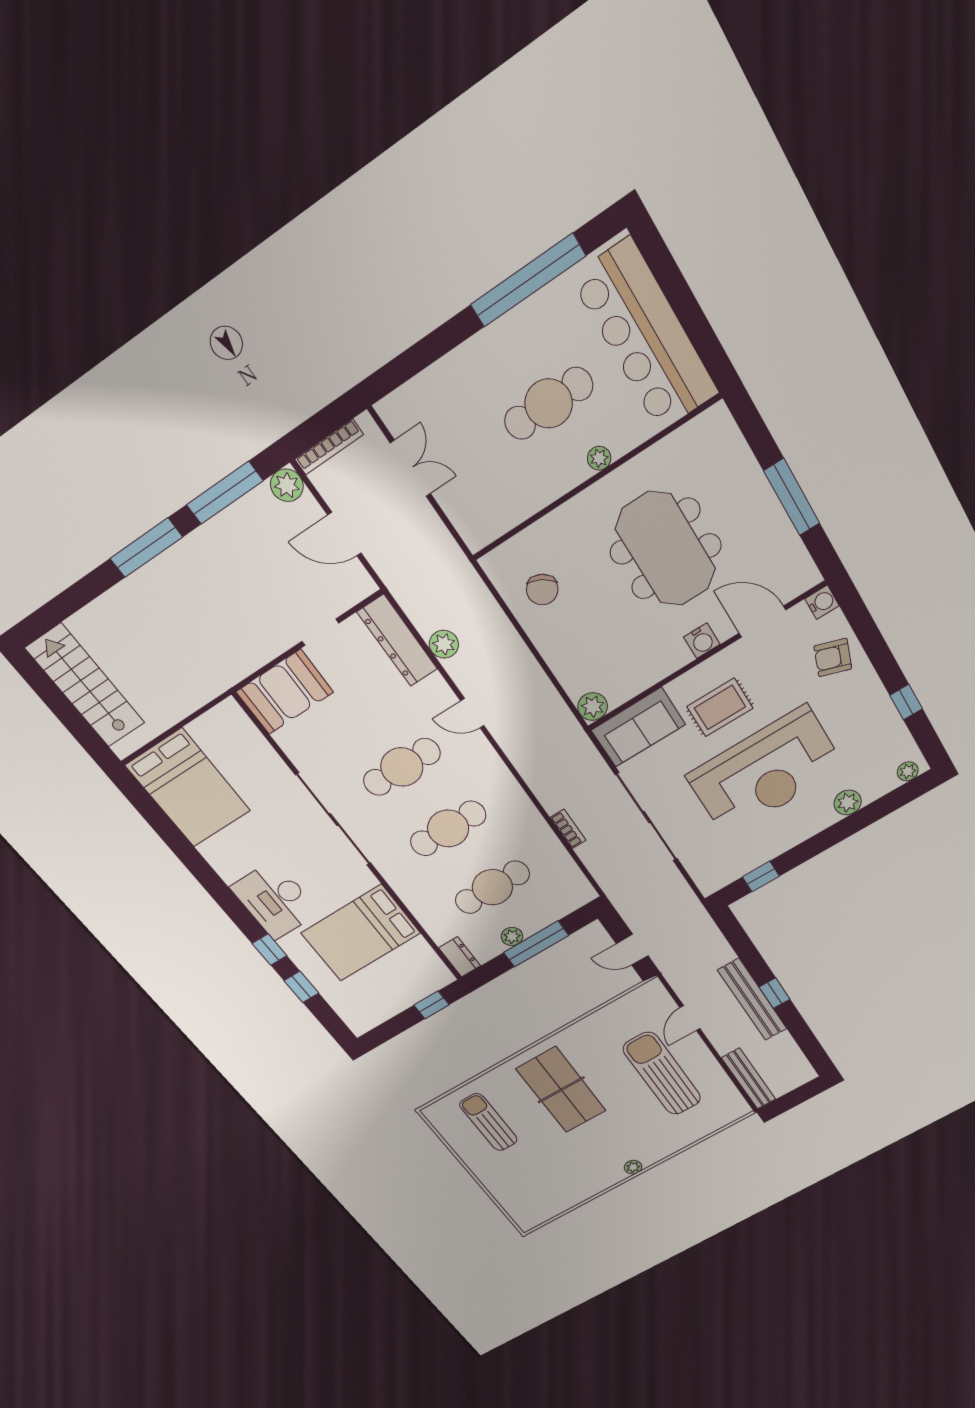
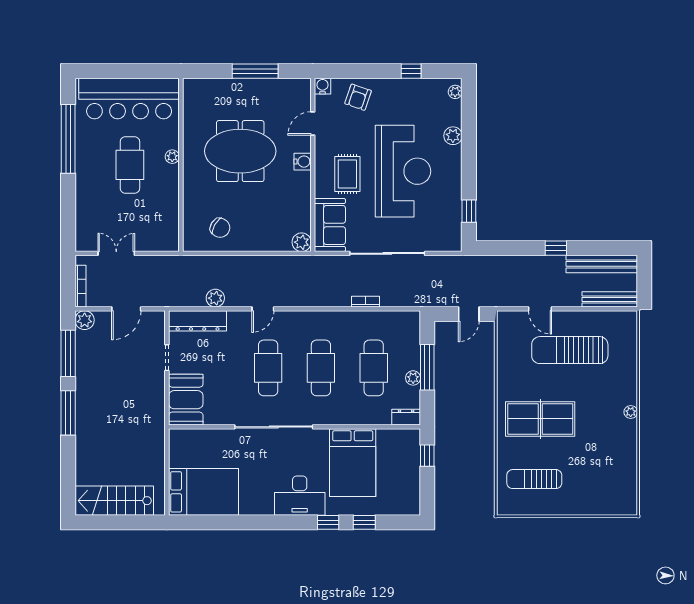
door: (762, 622) -> (313, 123), width x0.73
bench: (752, 1000) -> (602, 264), moved

